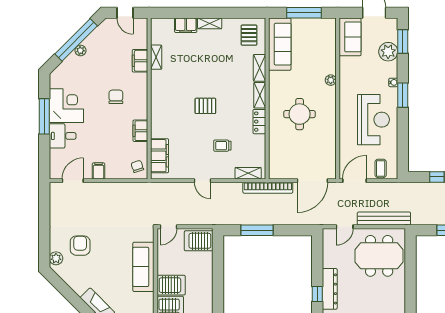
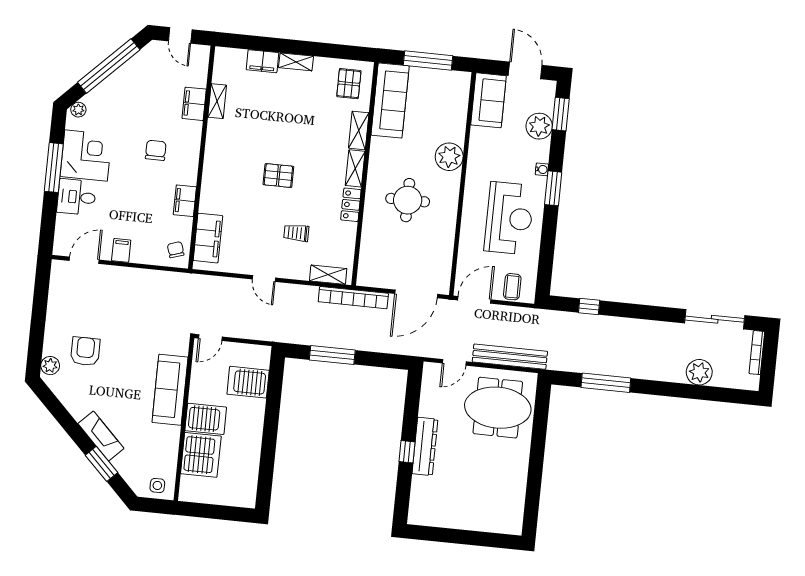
plant: (80, 50) -> (78, 110), moved
plant: (331, 80) -> (449, 157), width x1.87, depth x1.87
server rack: (199, 241) -> (248, 382), moved

